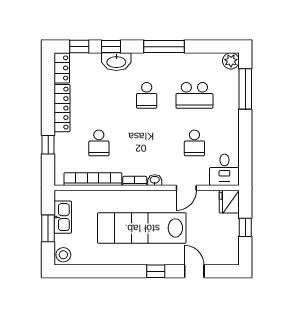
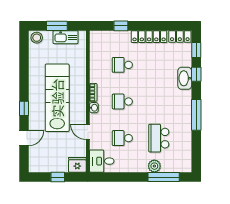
plant: (231, 61) -> (154, 166), moved
school desk: (147, 95) -> (122, 101), moved
bookcase: (93, 179) -> (95, 60), removed

